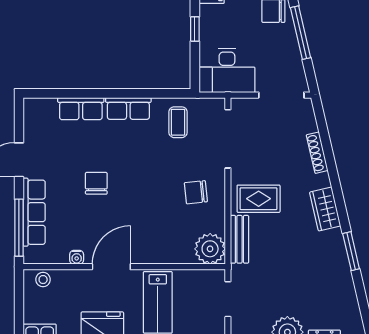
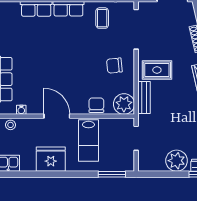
chair: (96, 183) -> (96, 105), moved
water cooler: (77, 257) -> (21, 110), moved
door: (111, 267) -> (57, 116), hinge flipped

